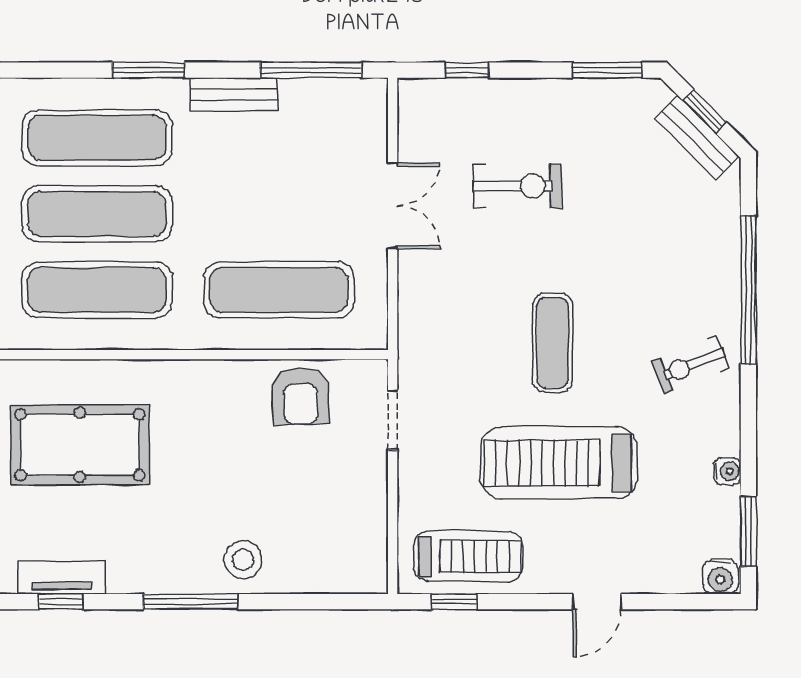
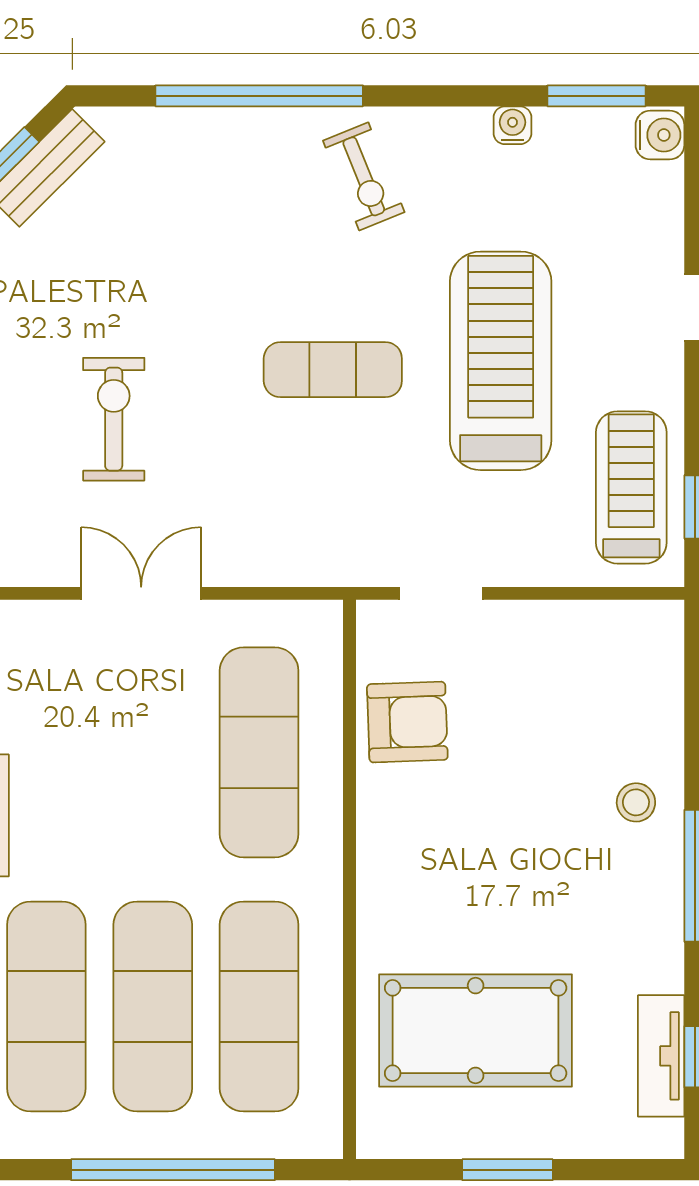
pool table: (80, 445) -> (476, 1031), turned 90
treadmill: (559, 463) -> (501, 361), turned 180
stool: (243, 560) -> (636, 802), width x0.73, depth x0.73

